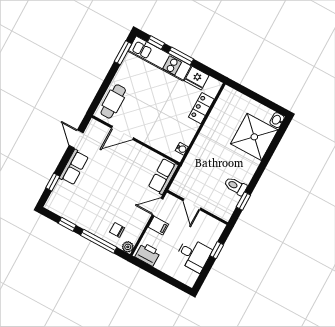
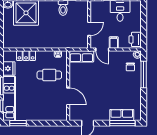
cafe table: (113, 101) -> (49, 75), moved
row of seats: (74, 167) -> (122, 115), moved
window: (53, 182) -> (122, 123), width x2.17
window: (67, 224) -> (144, 100), removed

